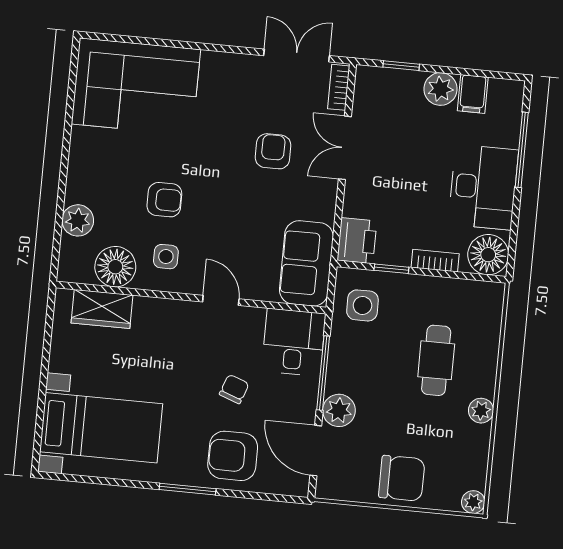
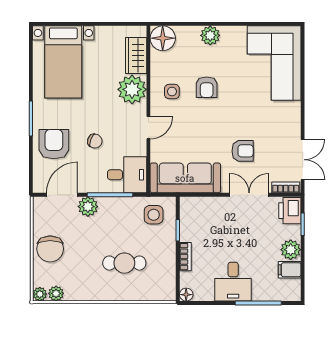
desk: (483, 187) -> (233, 282), width x0.73
plant: (78, 220) -> (210, 35), moved
printer: (357, 241) -> (290, 211), moved, turned 90
floor lamp: (488, 255) -> (186, 295), width x0.53, depth x0.53
sofa: (306, 263) -> (185, 178), width x1.36
floor lamp: (115, 267) -> (163, 38), moved
plant: (156, 321) -> (132, 89), added
plant: (481, 411) -> (56, 293), moved

